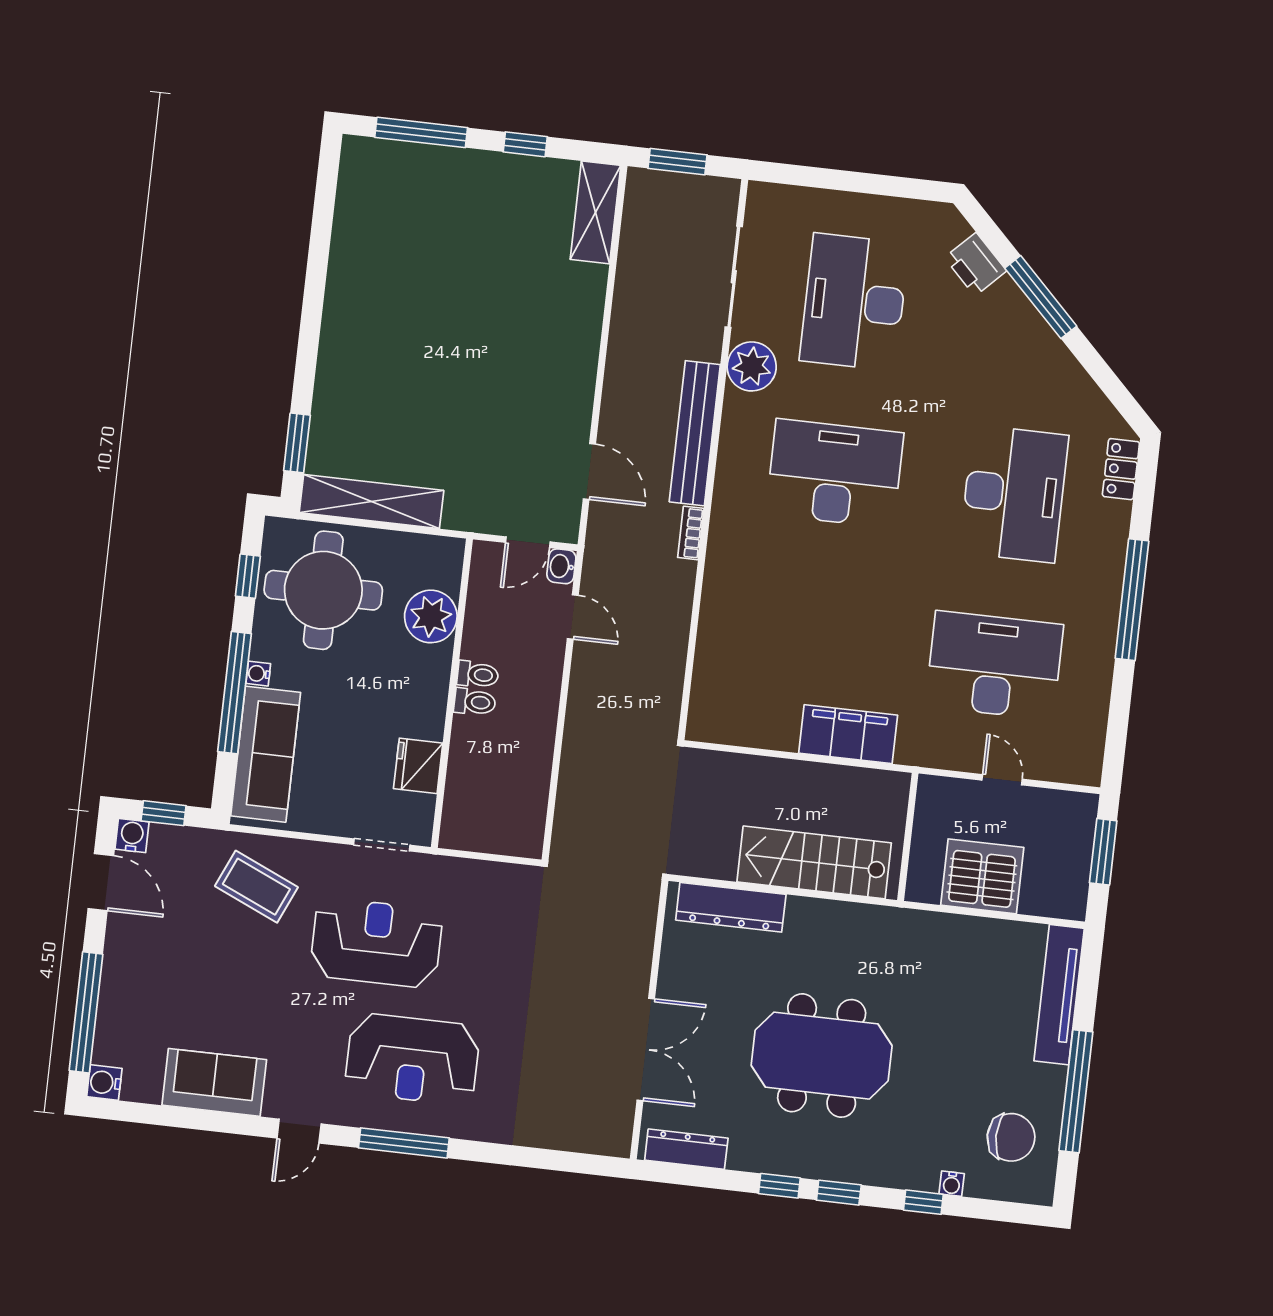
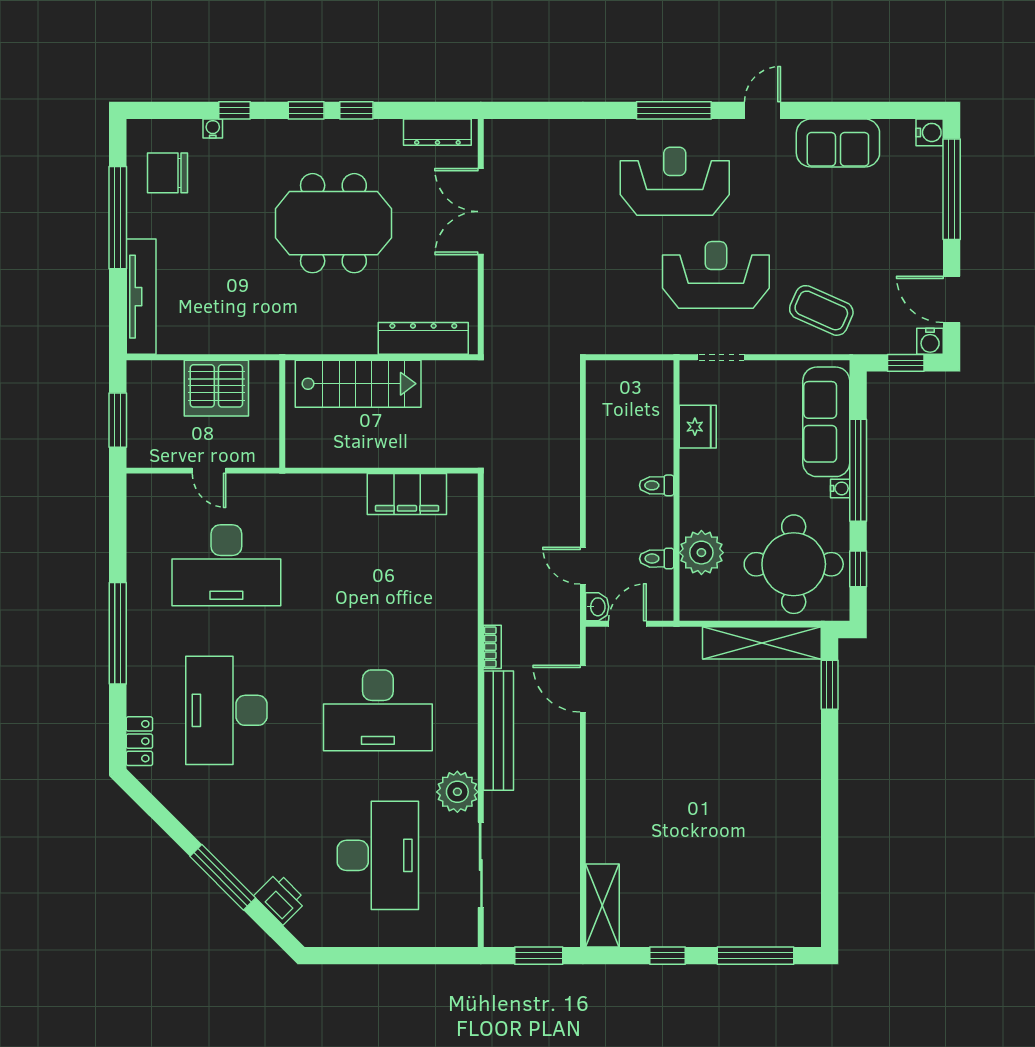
toilet: (478, 675) -> (657, 559), moved
filing cabinet: (848, 734) -> (407, 494), moved
reception desk: (376, 943) -> (716, 275), turned 180

